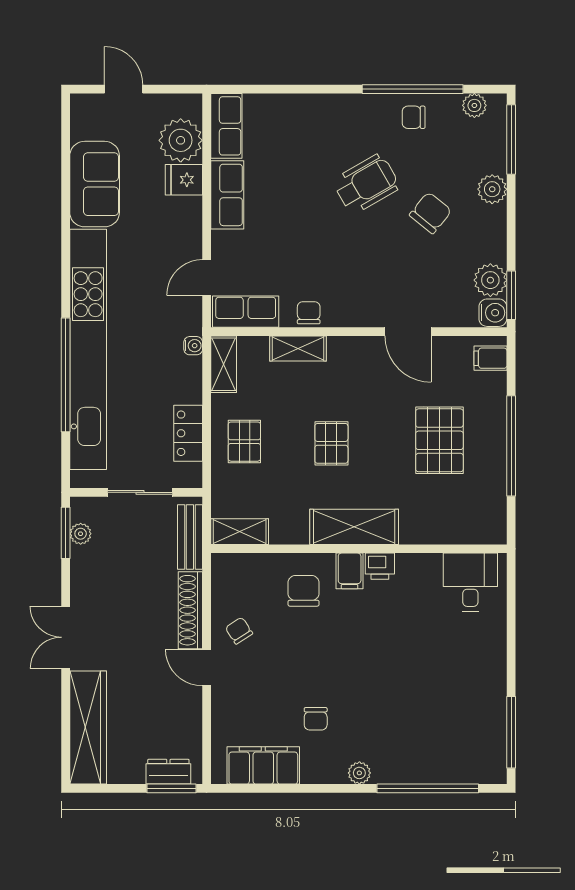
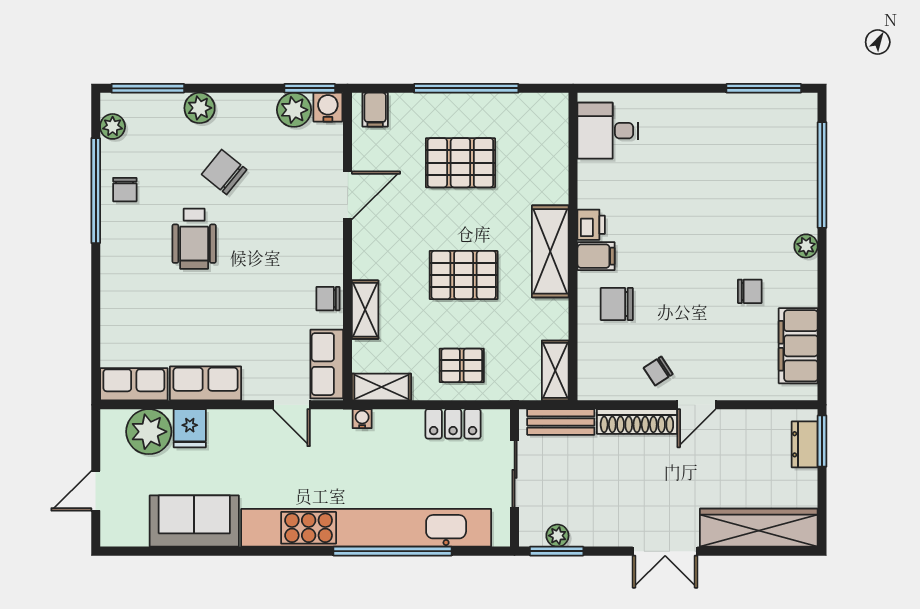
wheelchair: (366, 184) -> (194, 239), turned -150
pallet: (331, 443) -> (464, 275), width x1.50, depth x1.42

